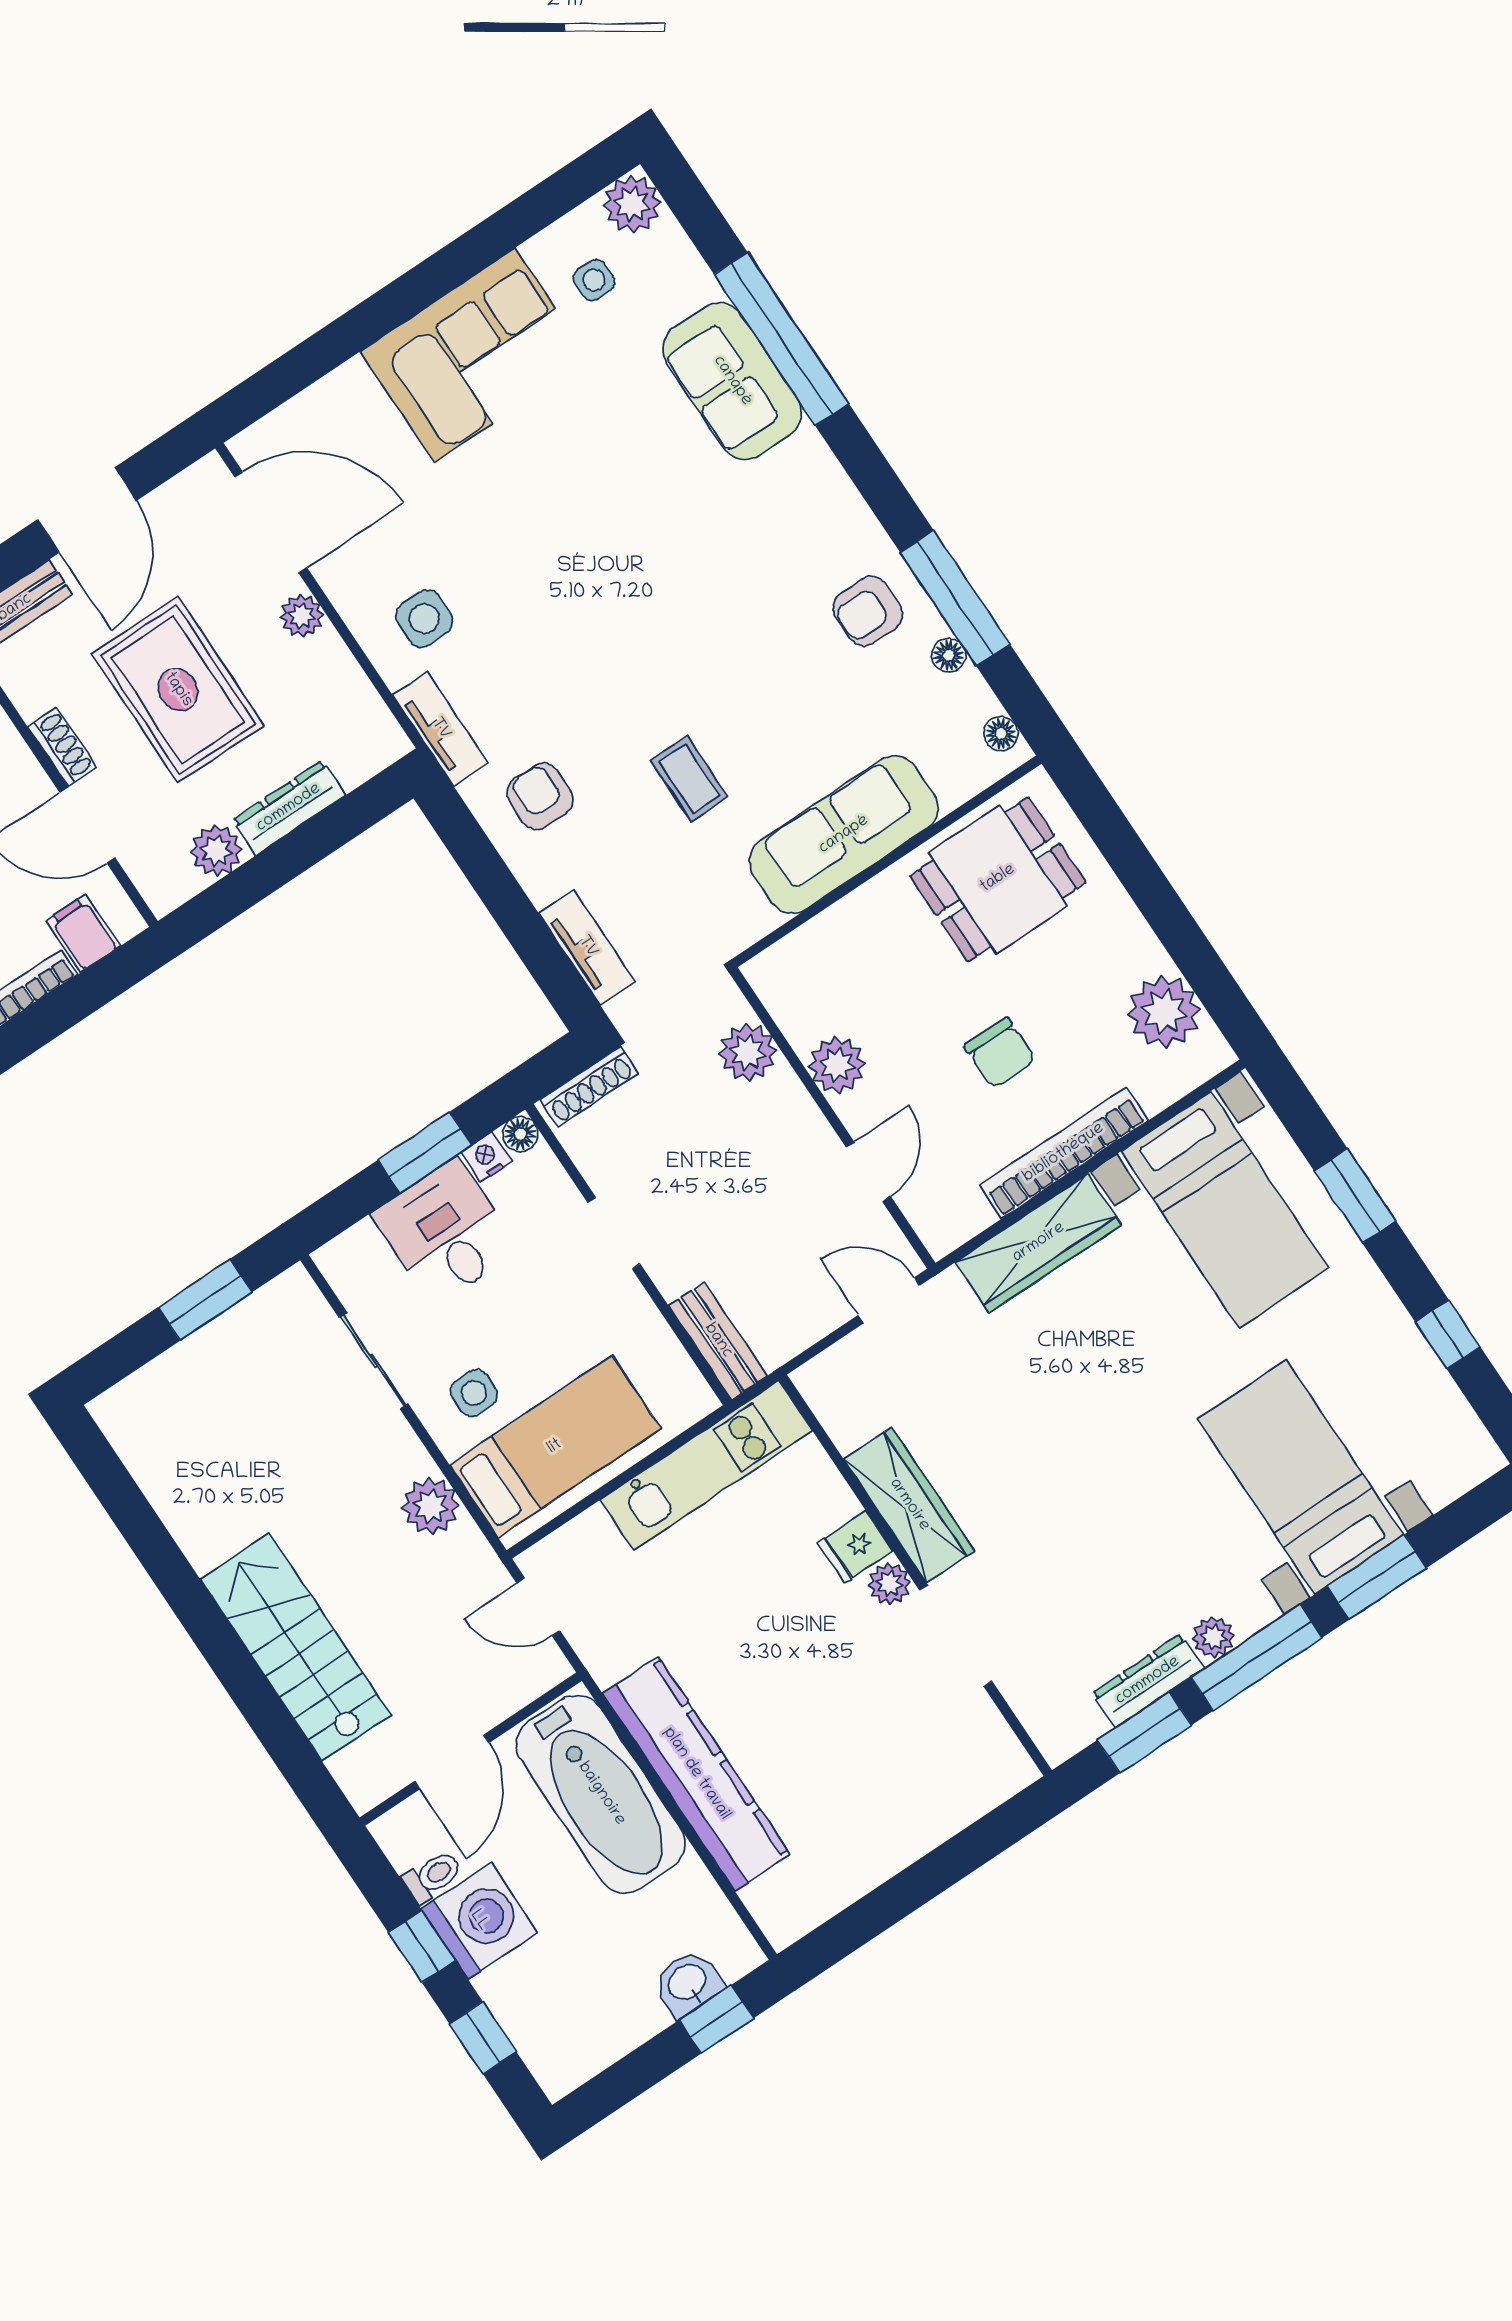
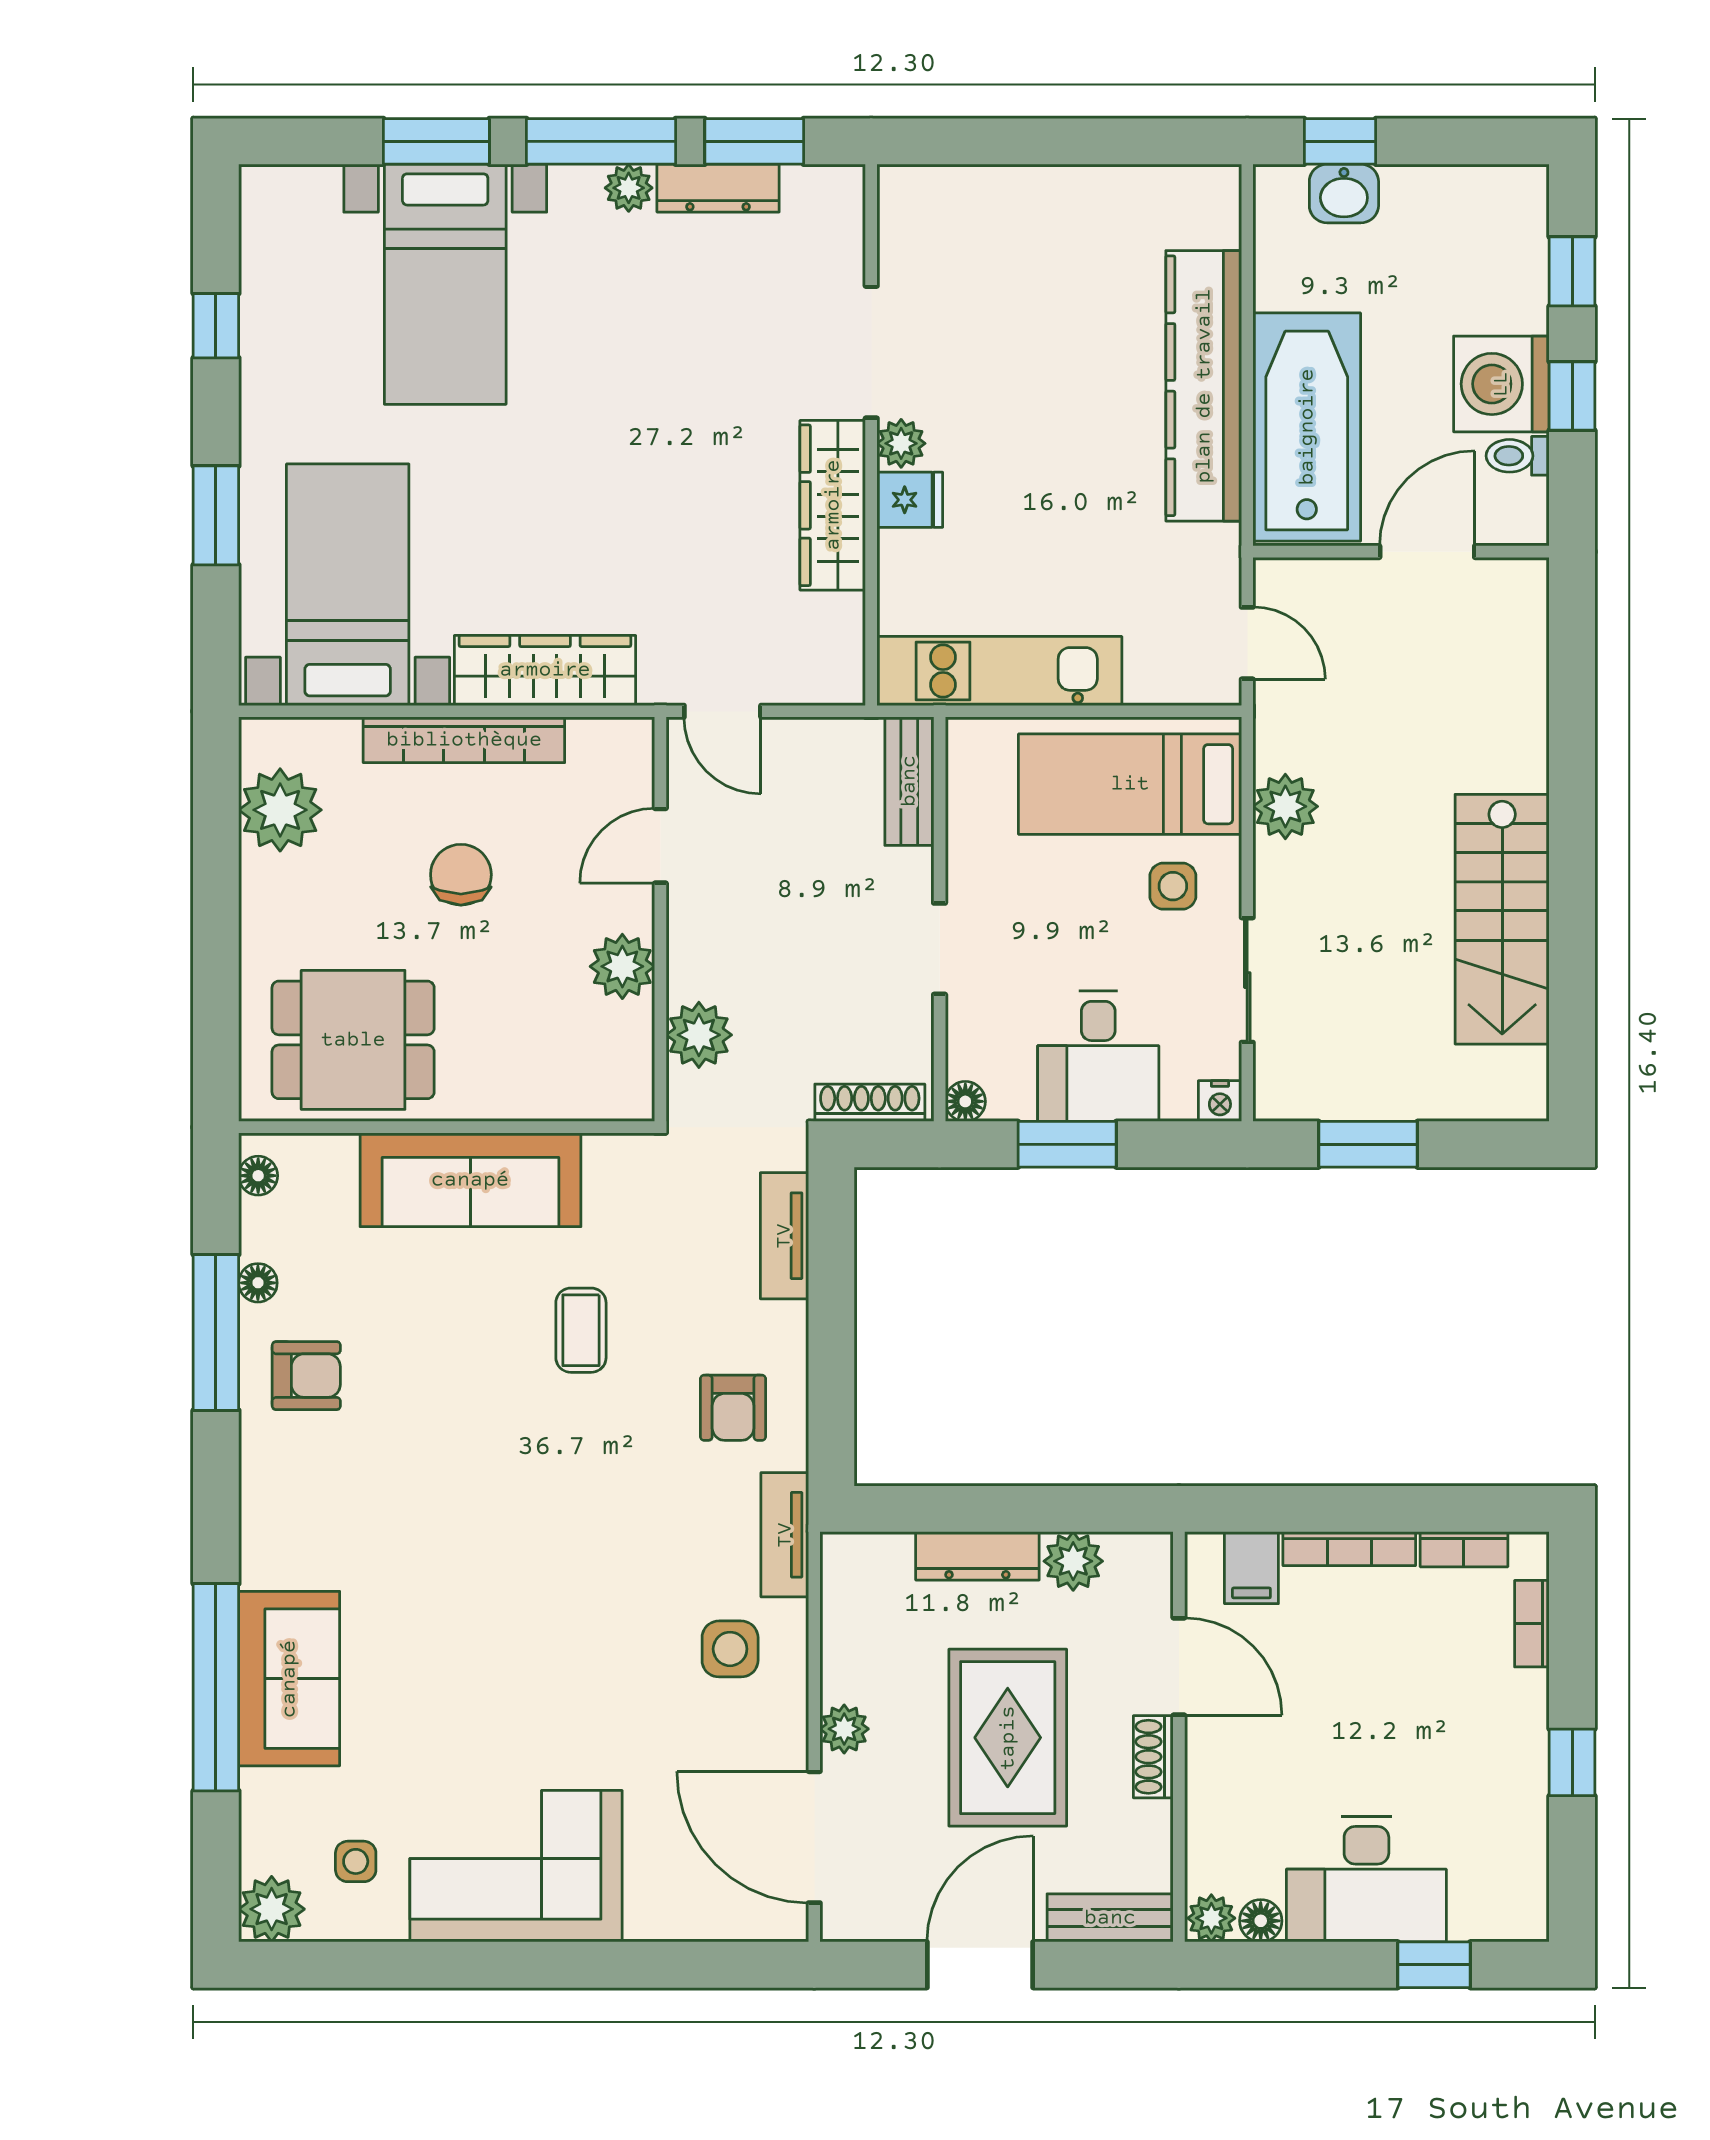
nightstand: (487, 1157) -> (1220, 1101), moved
stairs: (295, 1647) -> (1502, 919), moved

